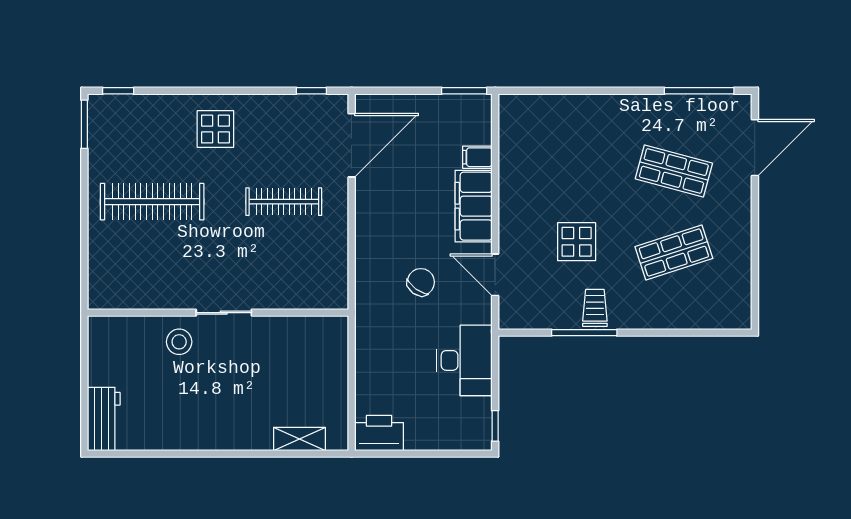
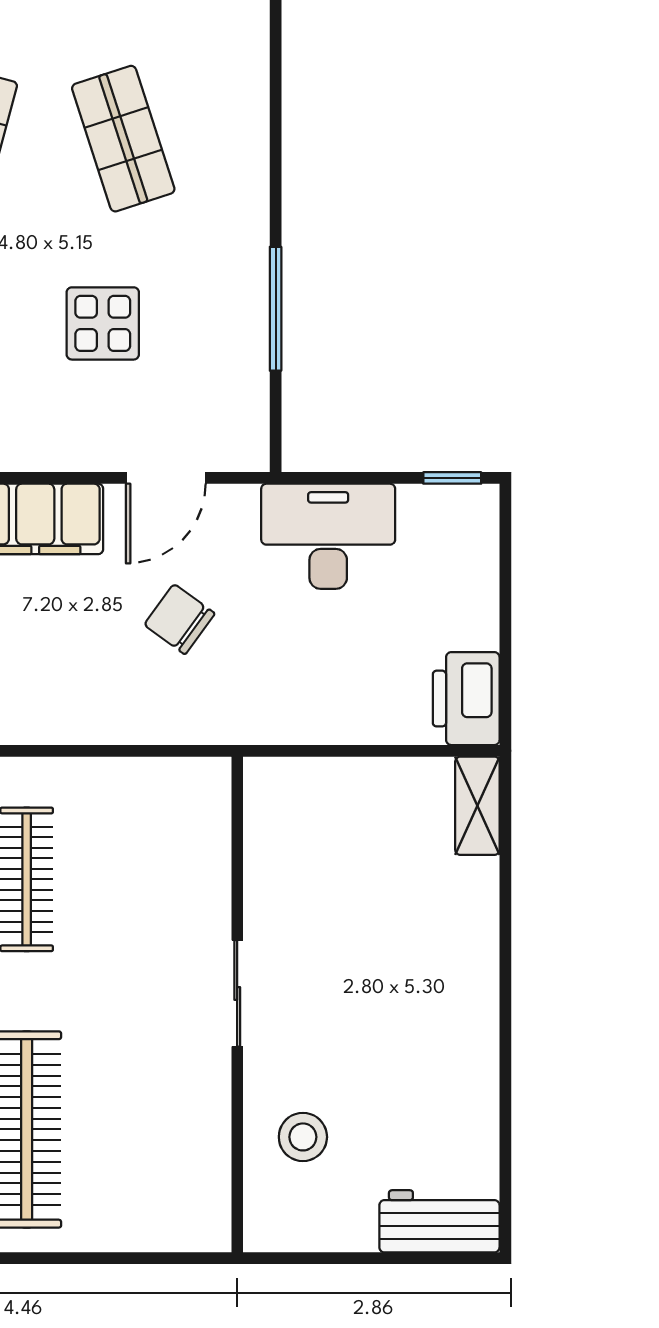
trolley: (595, 308) -> (228, 289), removed
stool: (179, 342) -> (303, 1137), moved
shelving: (299, 439) -> (477, 806), moved

